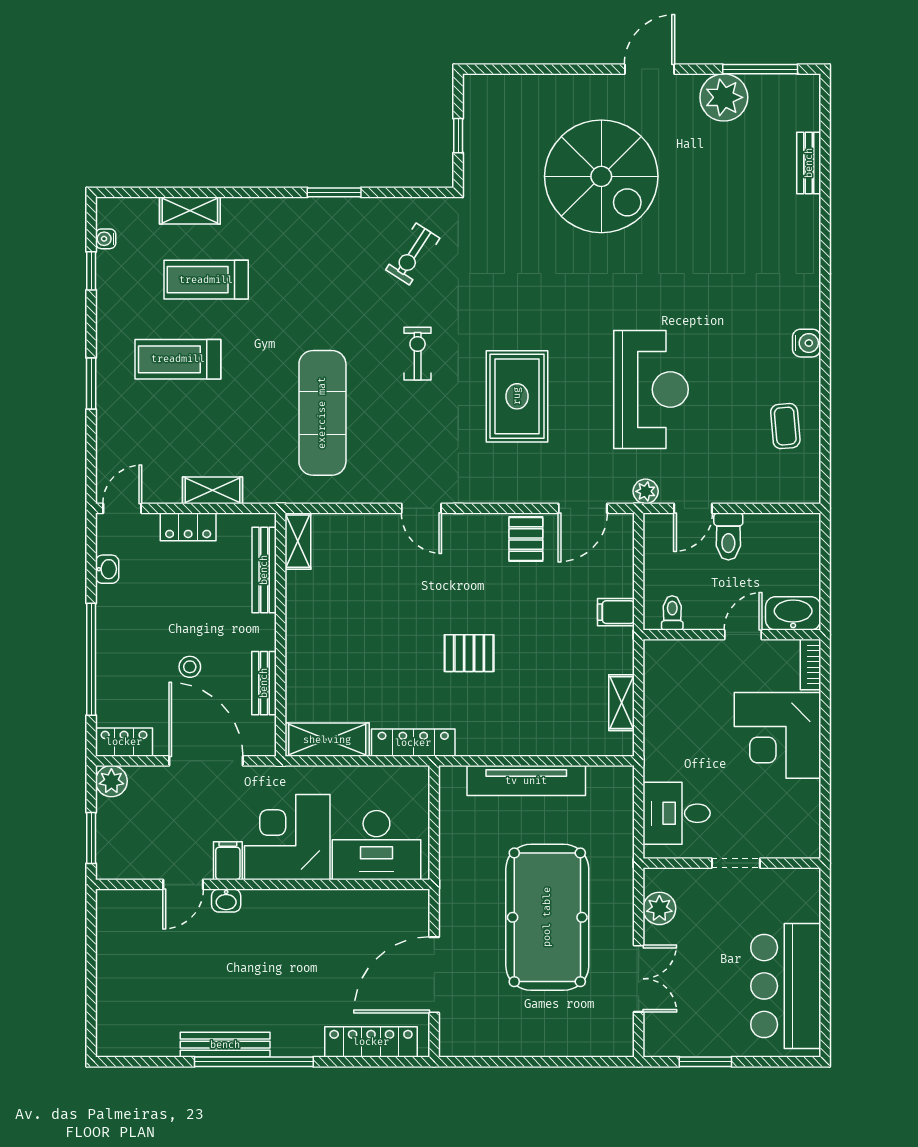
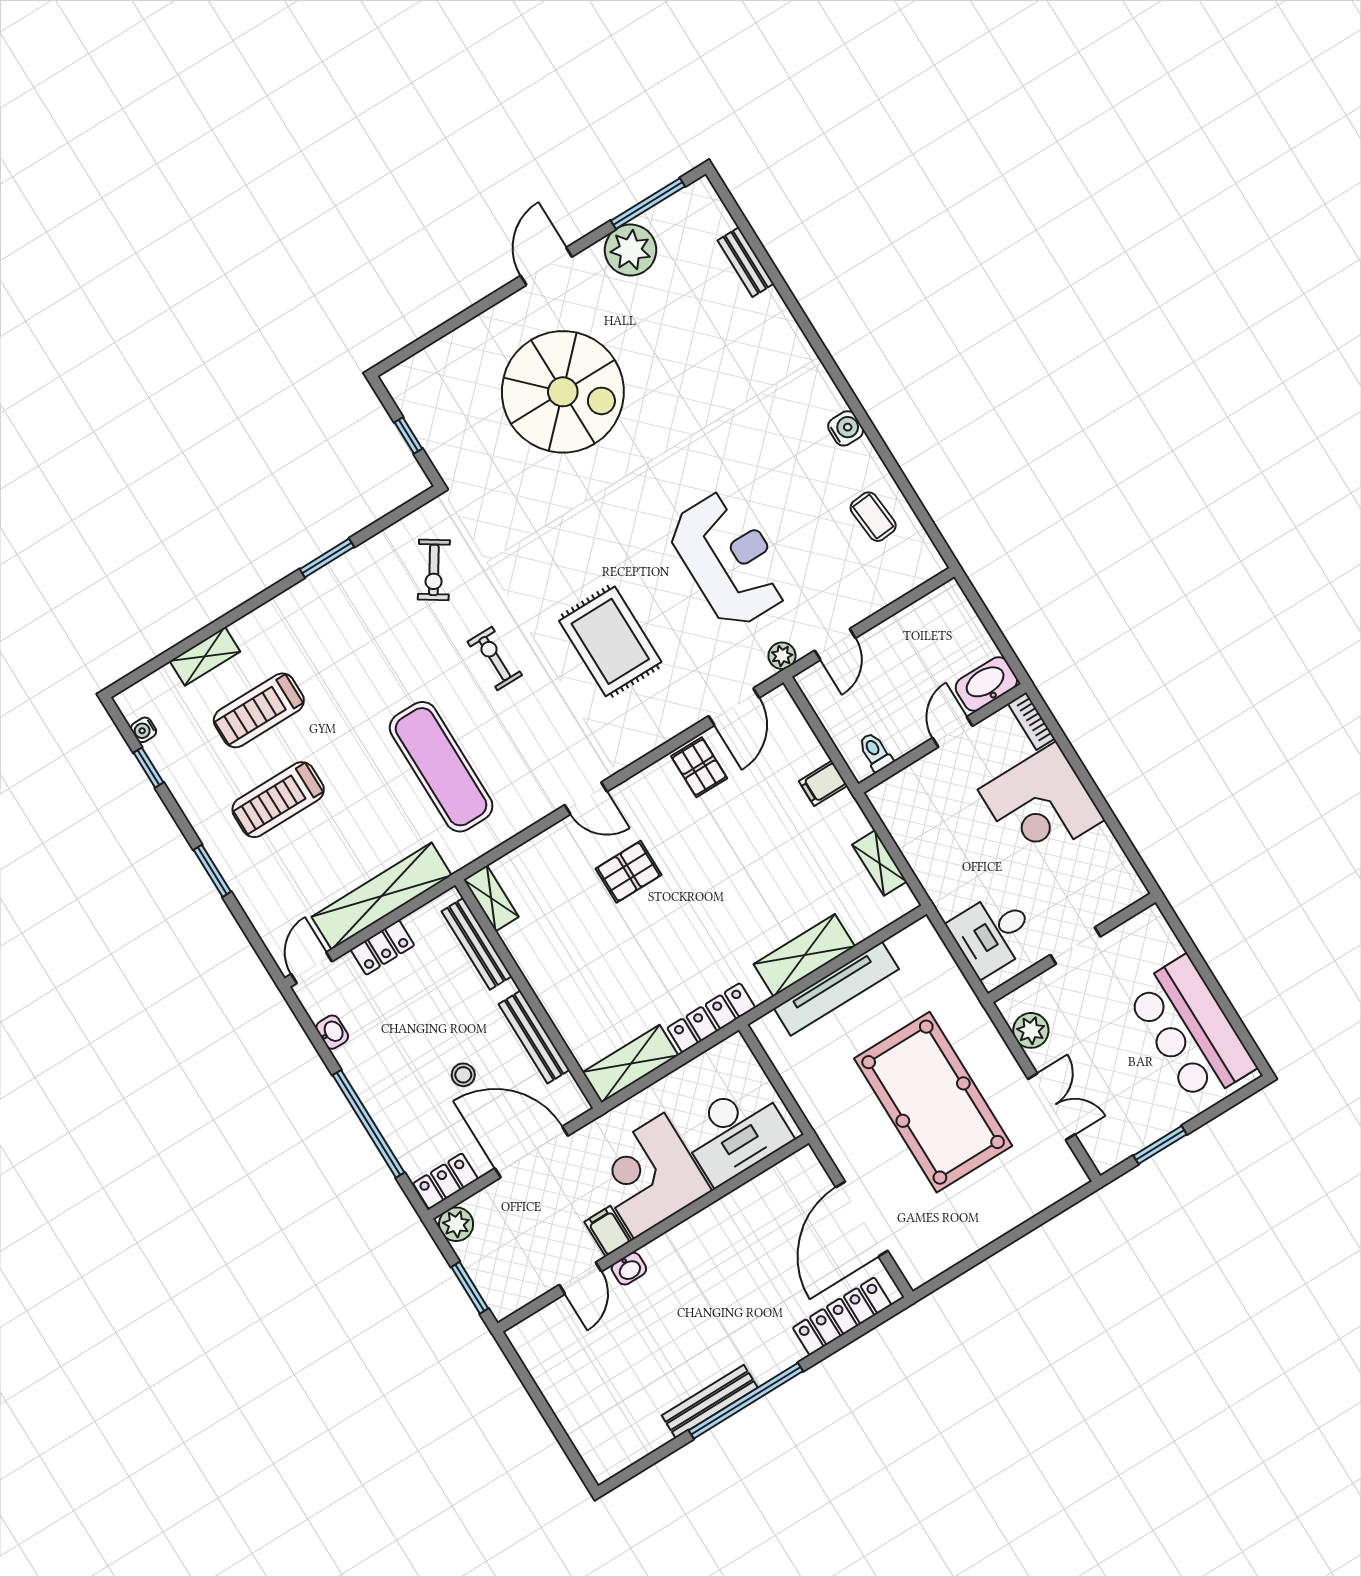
shelving: (213, 490) -> (382, 896), width x2.20, depth x1.33
toilet: (728, 536) -> (883, 650), removed
pallet: (469, 653) -> (629, 872), moved
bench: (264, 683) -> (534, 1037), width x1.36
shelving: (517, 739) -> (804, 955), added

